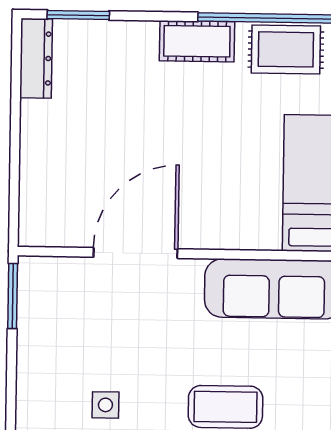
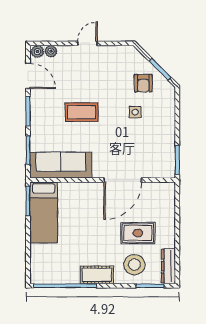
rug: (286, 49) -> (138, 233), moved
stool: (112, 63) -> (134, 265), added

